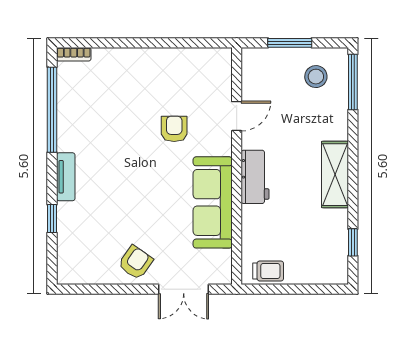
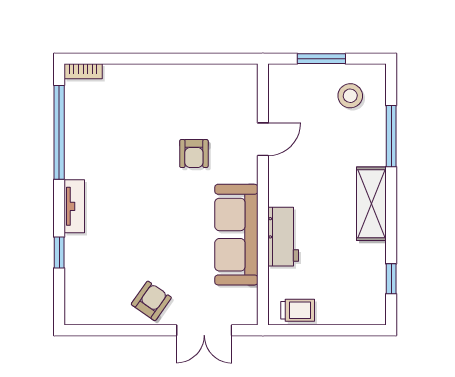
window: (353, 82) -> (391, 136), moved
armchair: (174, 129) -> (194, 154), turned 180
workbench: (255, 177) -> (283, 237), moved

